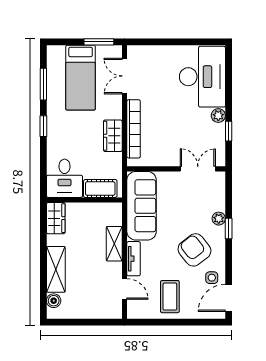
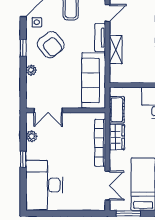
plant: (218, 116) -> (31, 136), moved
window: (229, 131) -> (23, 159), moved
cot: (100, 188) -> (117, 110), moved, turned 90
window: (229, 229) -> (23, 48), moved
door: (124, 289) -> (107, 13), swing flipped

